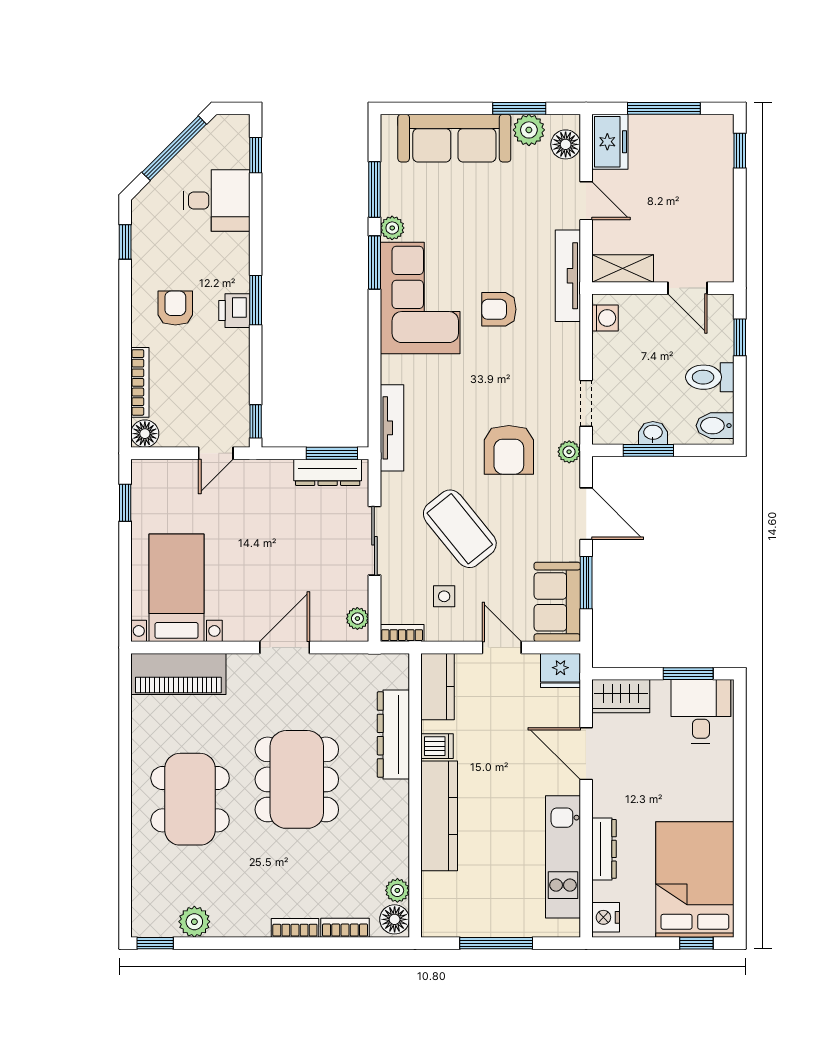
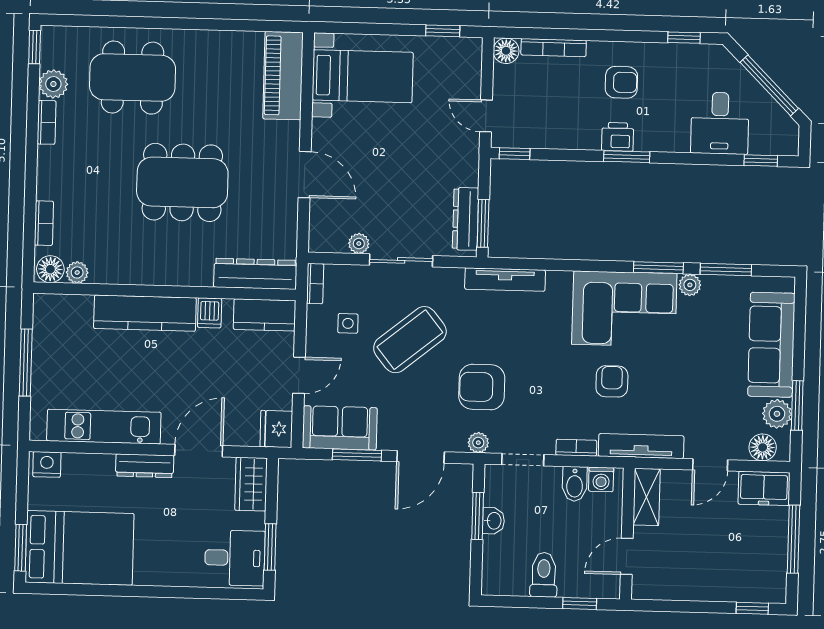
bookcase: (572, 346) -> (576, 448), added
bidet: (715, 426) -> (575, 484), moved, turned 180
plant: (357, 619) -> (359, 244), moved
dresser: (393, 735) -> (255, 274), moved
dining table: (190, 799) -> (133, 78), moved
dresser: (604, 849) -> (145, 466), moved
bookcase: (295, 928) -> (47, 122), moved
window: (696, 943) -> (21, 548), width x1.50

